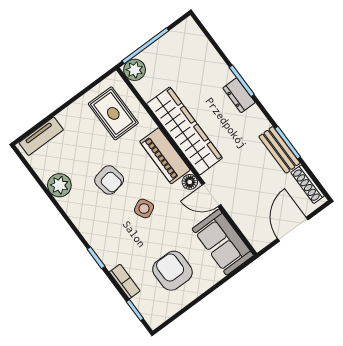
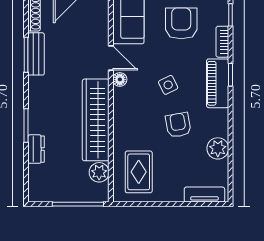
plant: (135, 70) -> (99, 172), moved
dresser: (239, 95) -> (36, 149), moved
piano: (165, 156) -> (218, 83), moved, turned 180
armchair: (172, 271) -> (181, 23), turned 180

